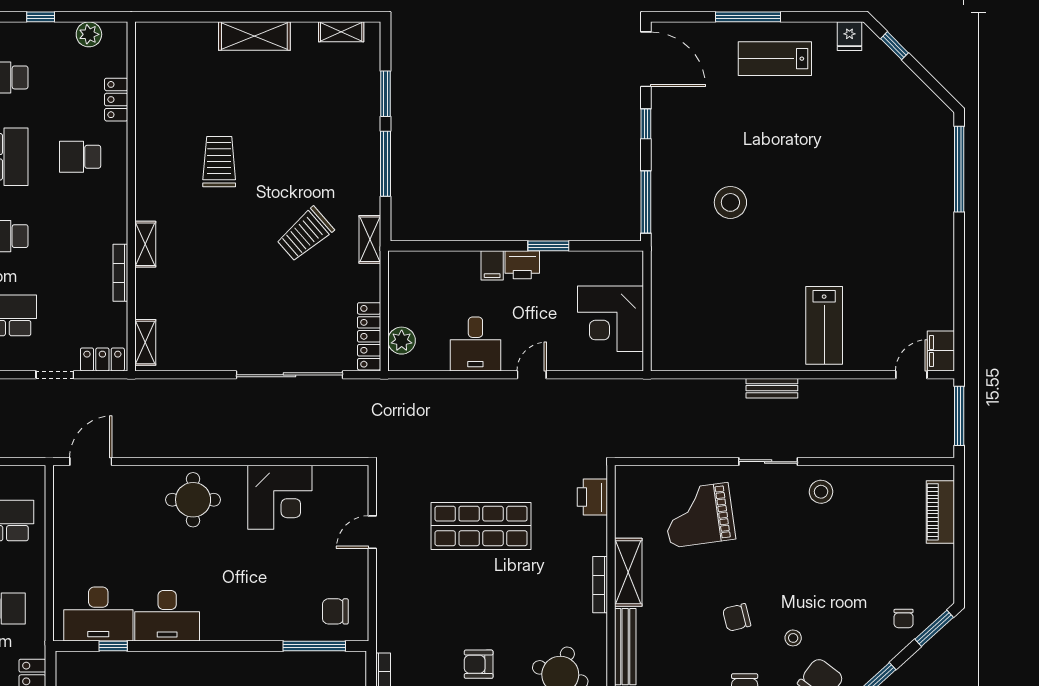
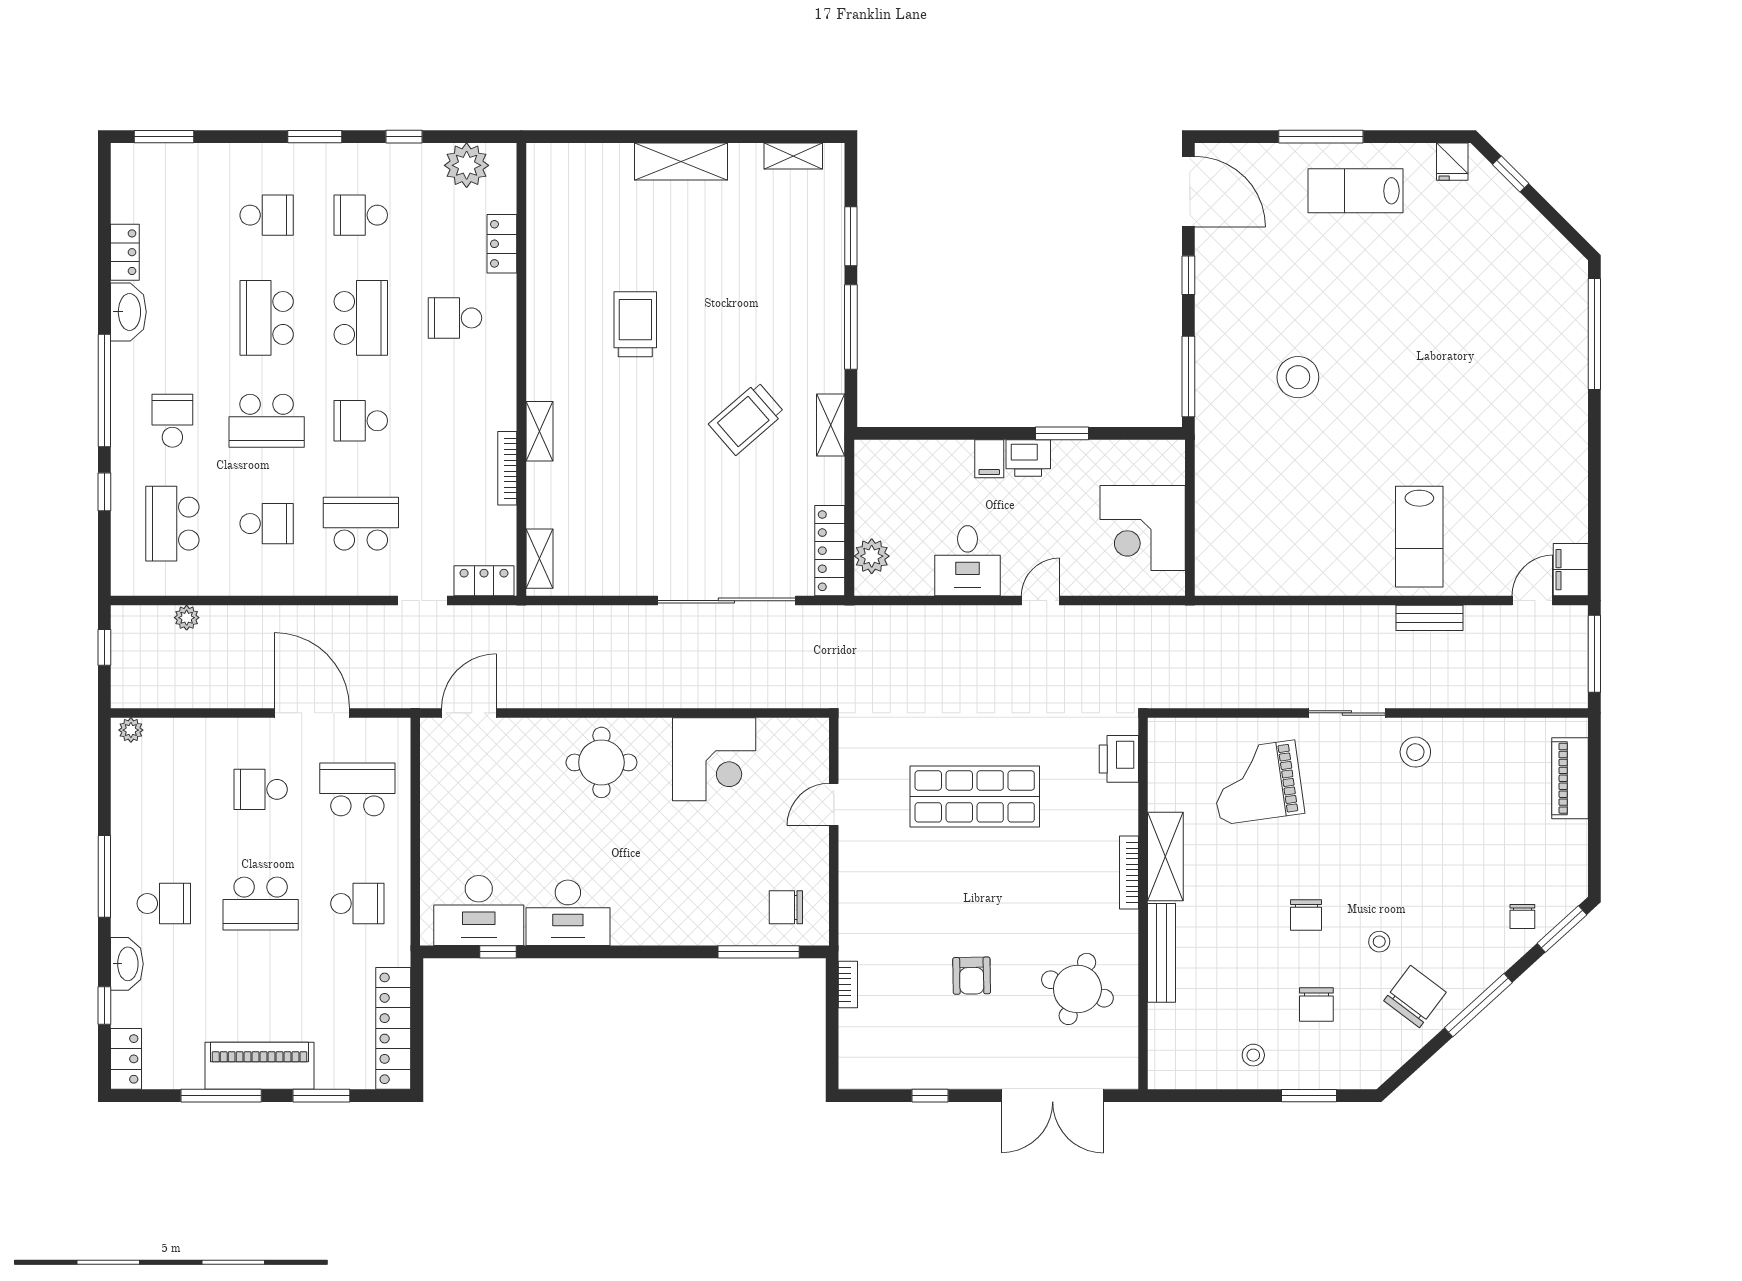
plant: (89, 34) -> (467, 165), width x1.36, depth x1.36
bench: (772, 388) -> (1430, 618), moved
chair: (737, 617) -> (1306, 915), turned -76
armchair: (479, 664) -> (972, 976), turned -91

